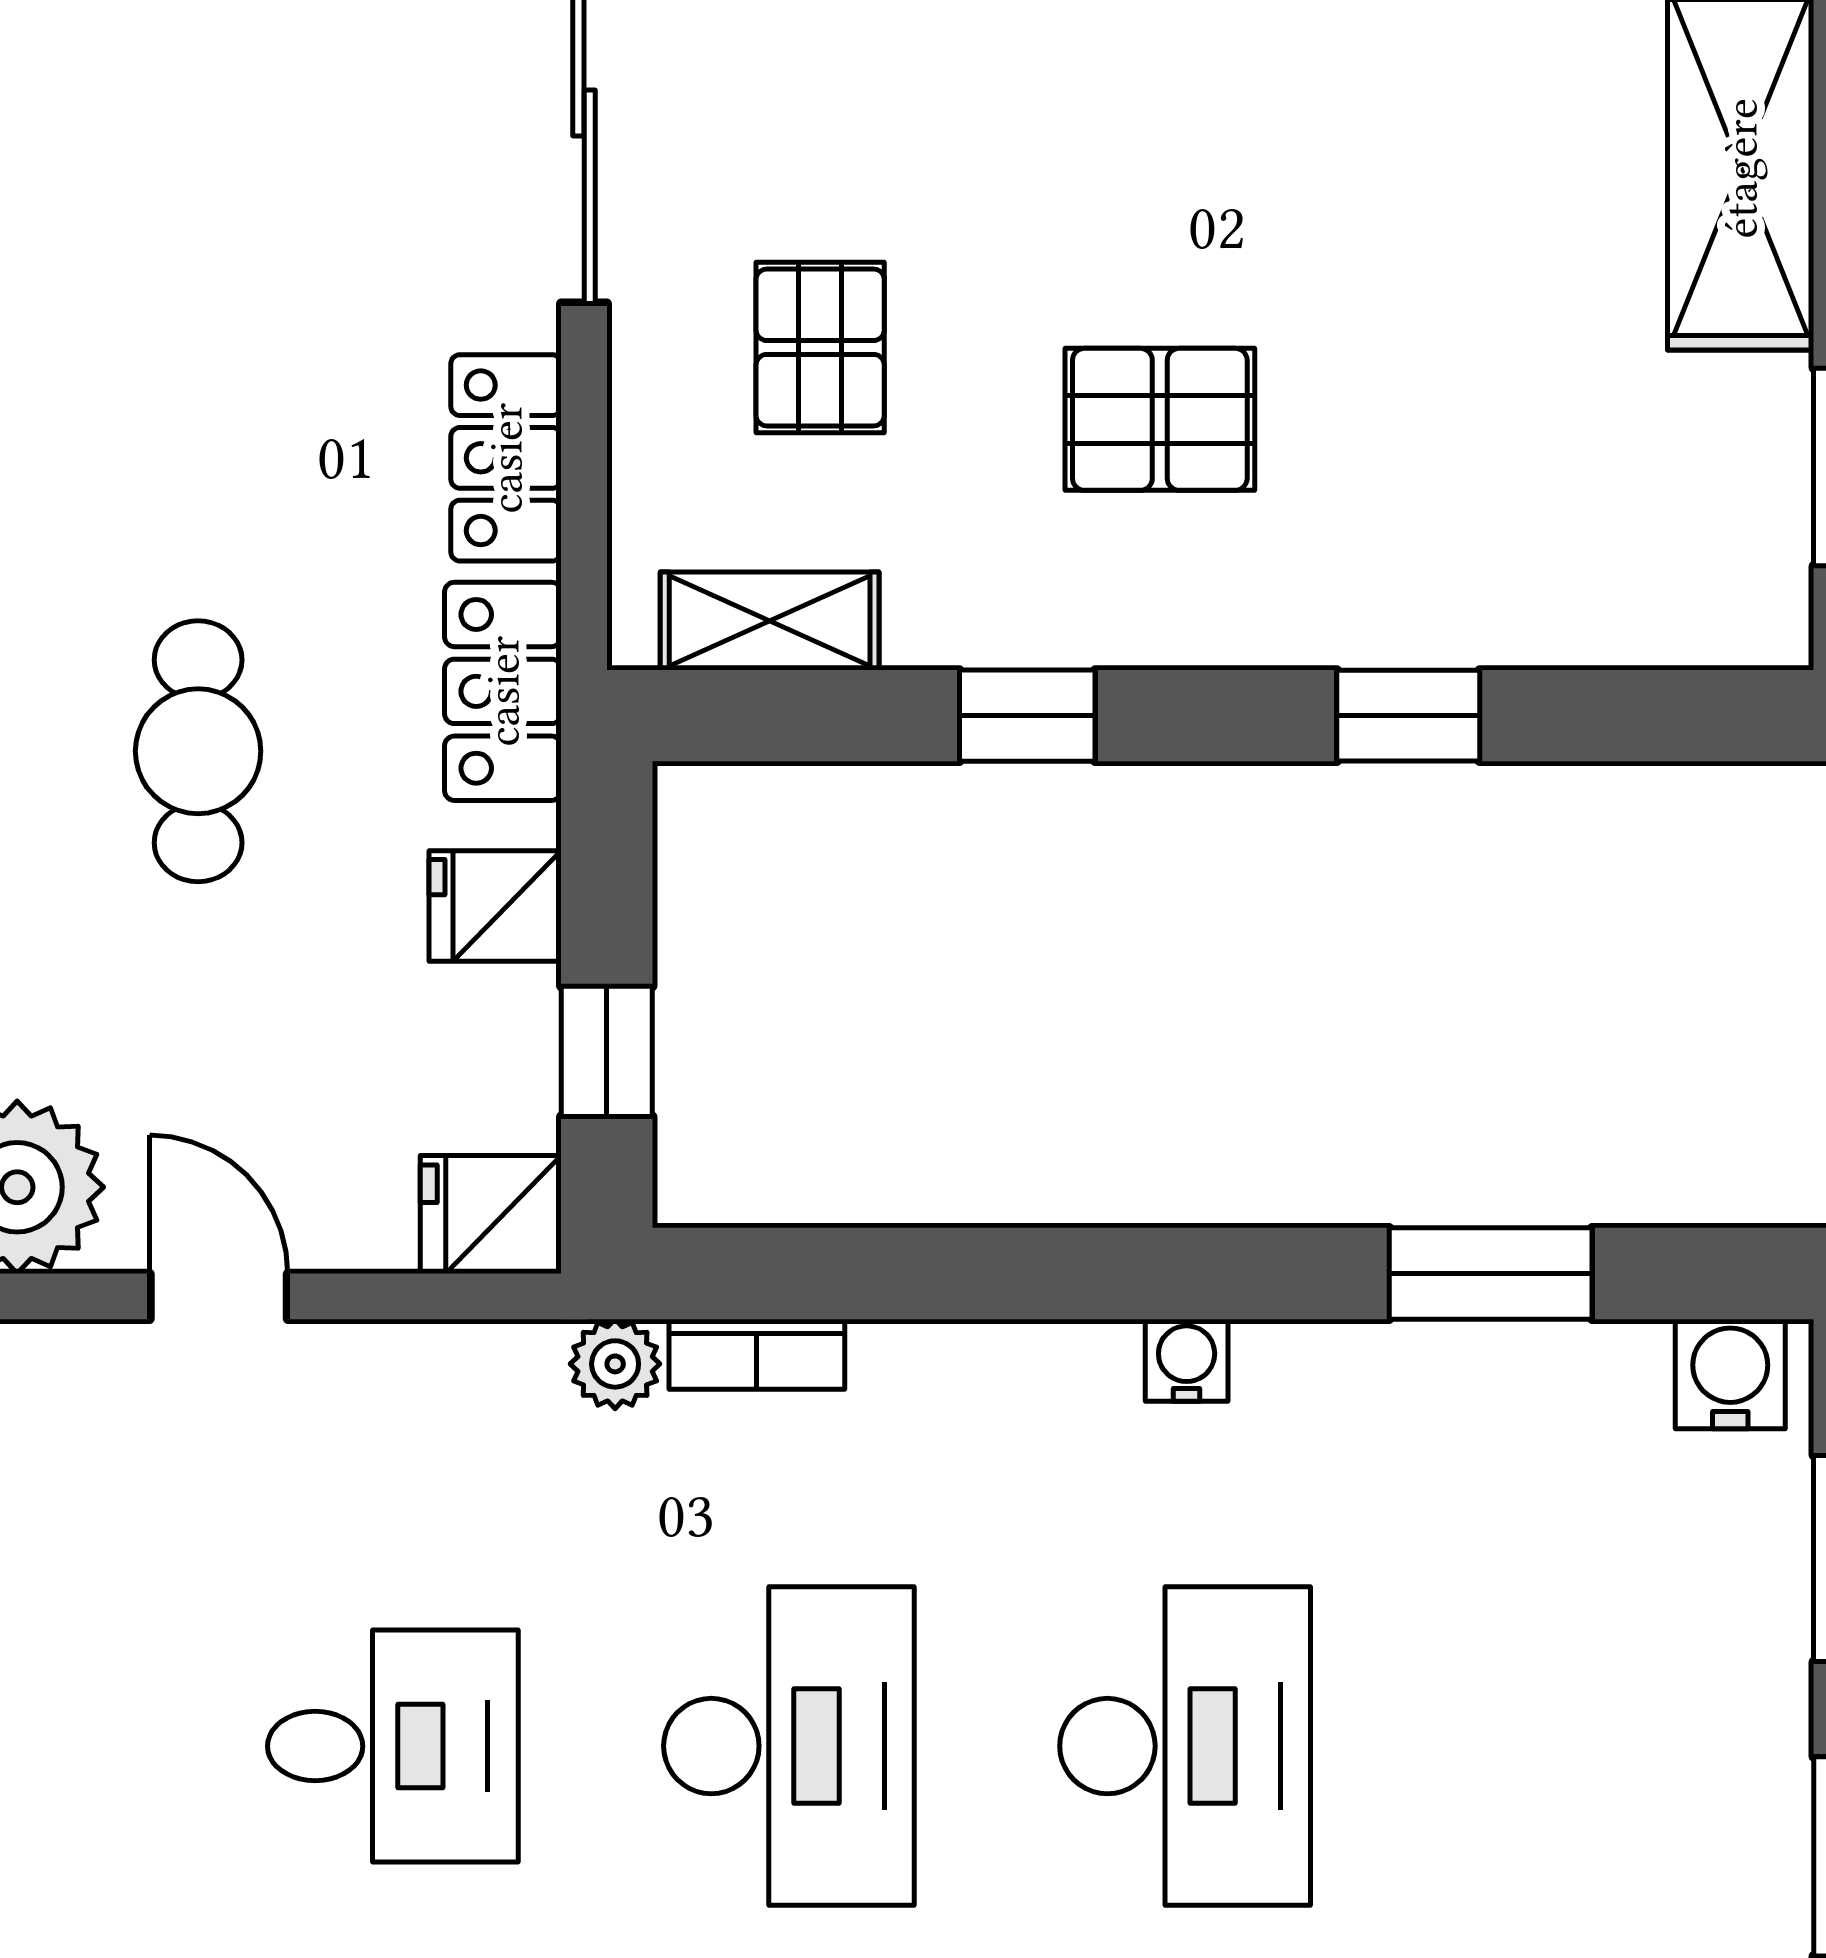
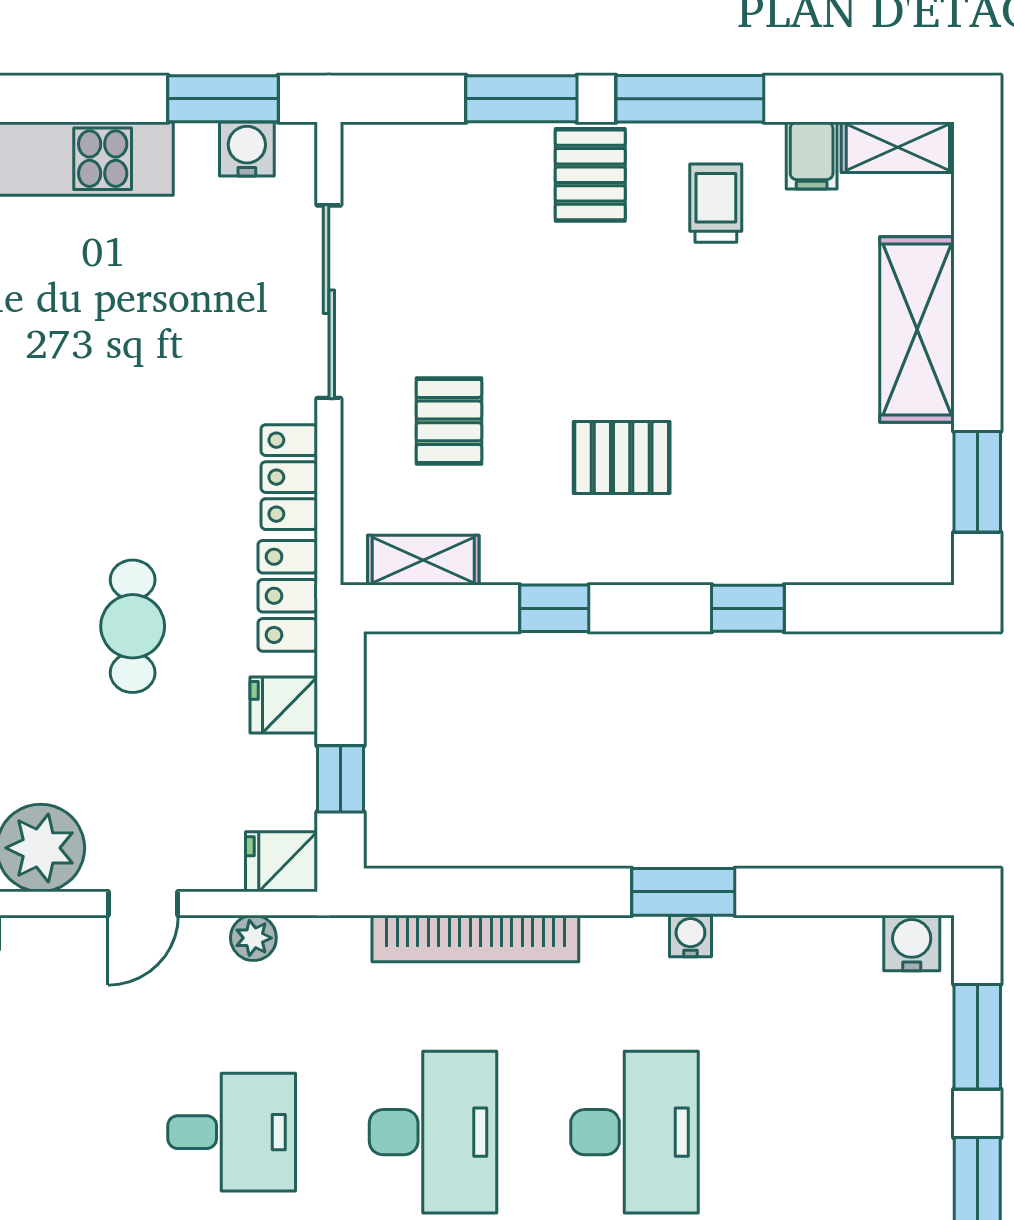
window: (1491, 1274) -> (683, 892), moved
door: (219, 1296) -> (143, 903), swing flipped
bookcase: (757, 1354) -> (475, 938), width x2.31, depth x1.31
water cooler: (1187, 1360) -> (690, 936), moved
plant: (615, 1364) -> (253, 938), moved

